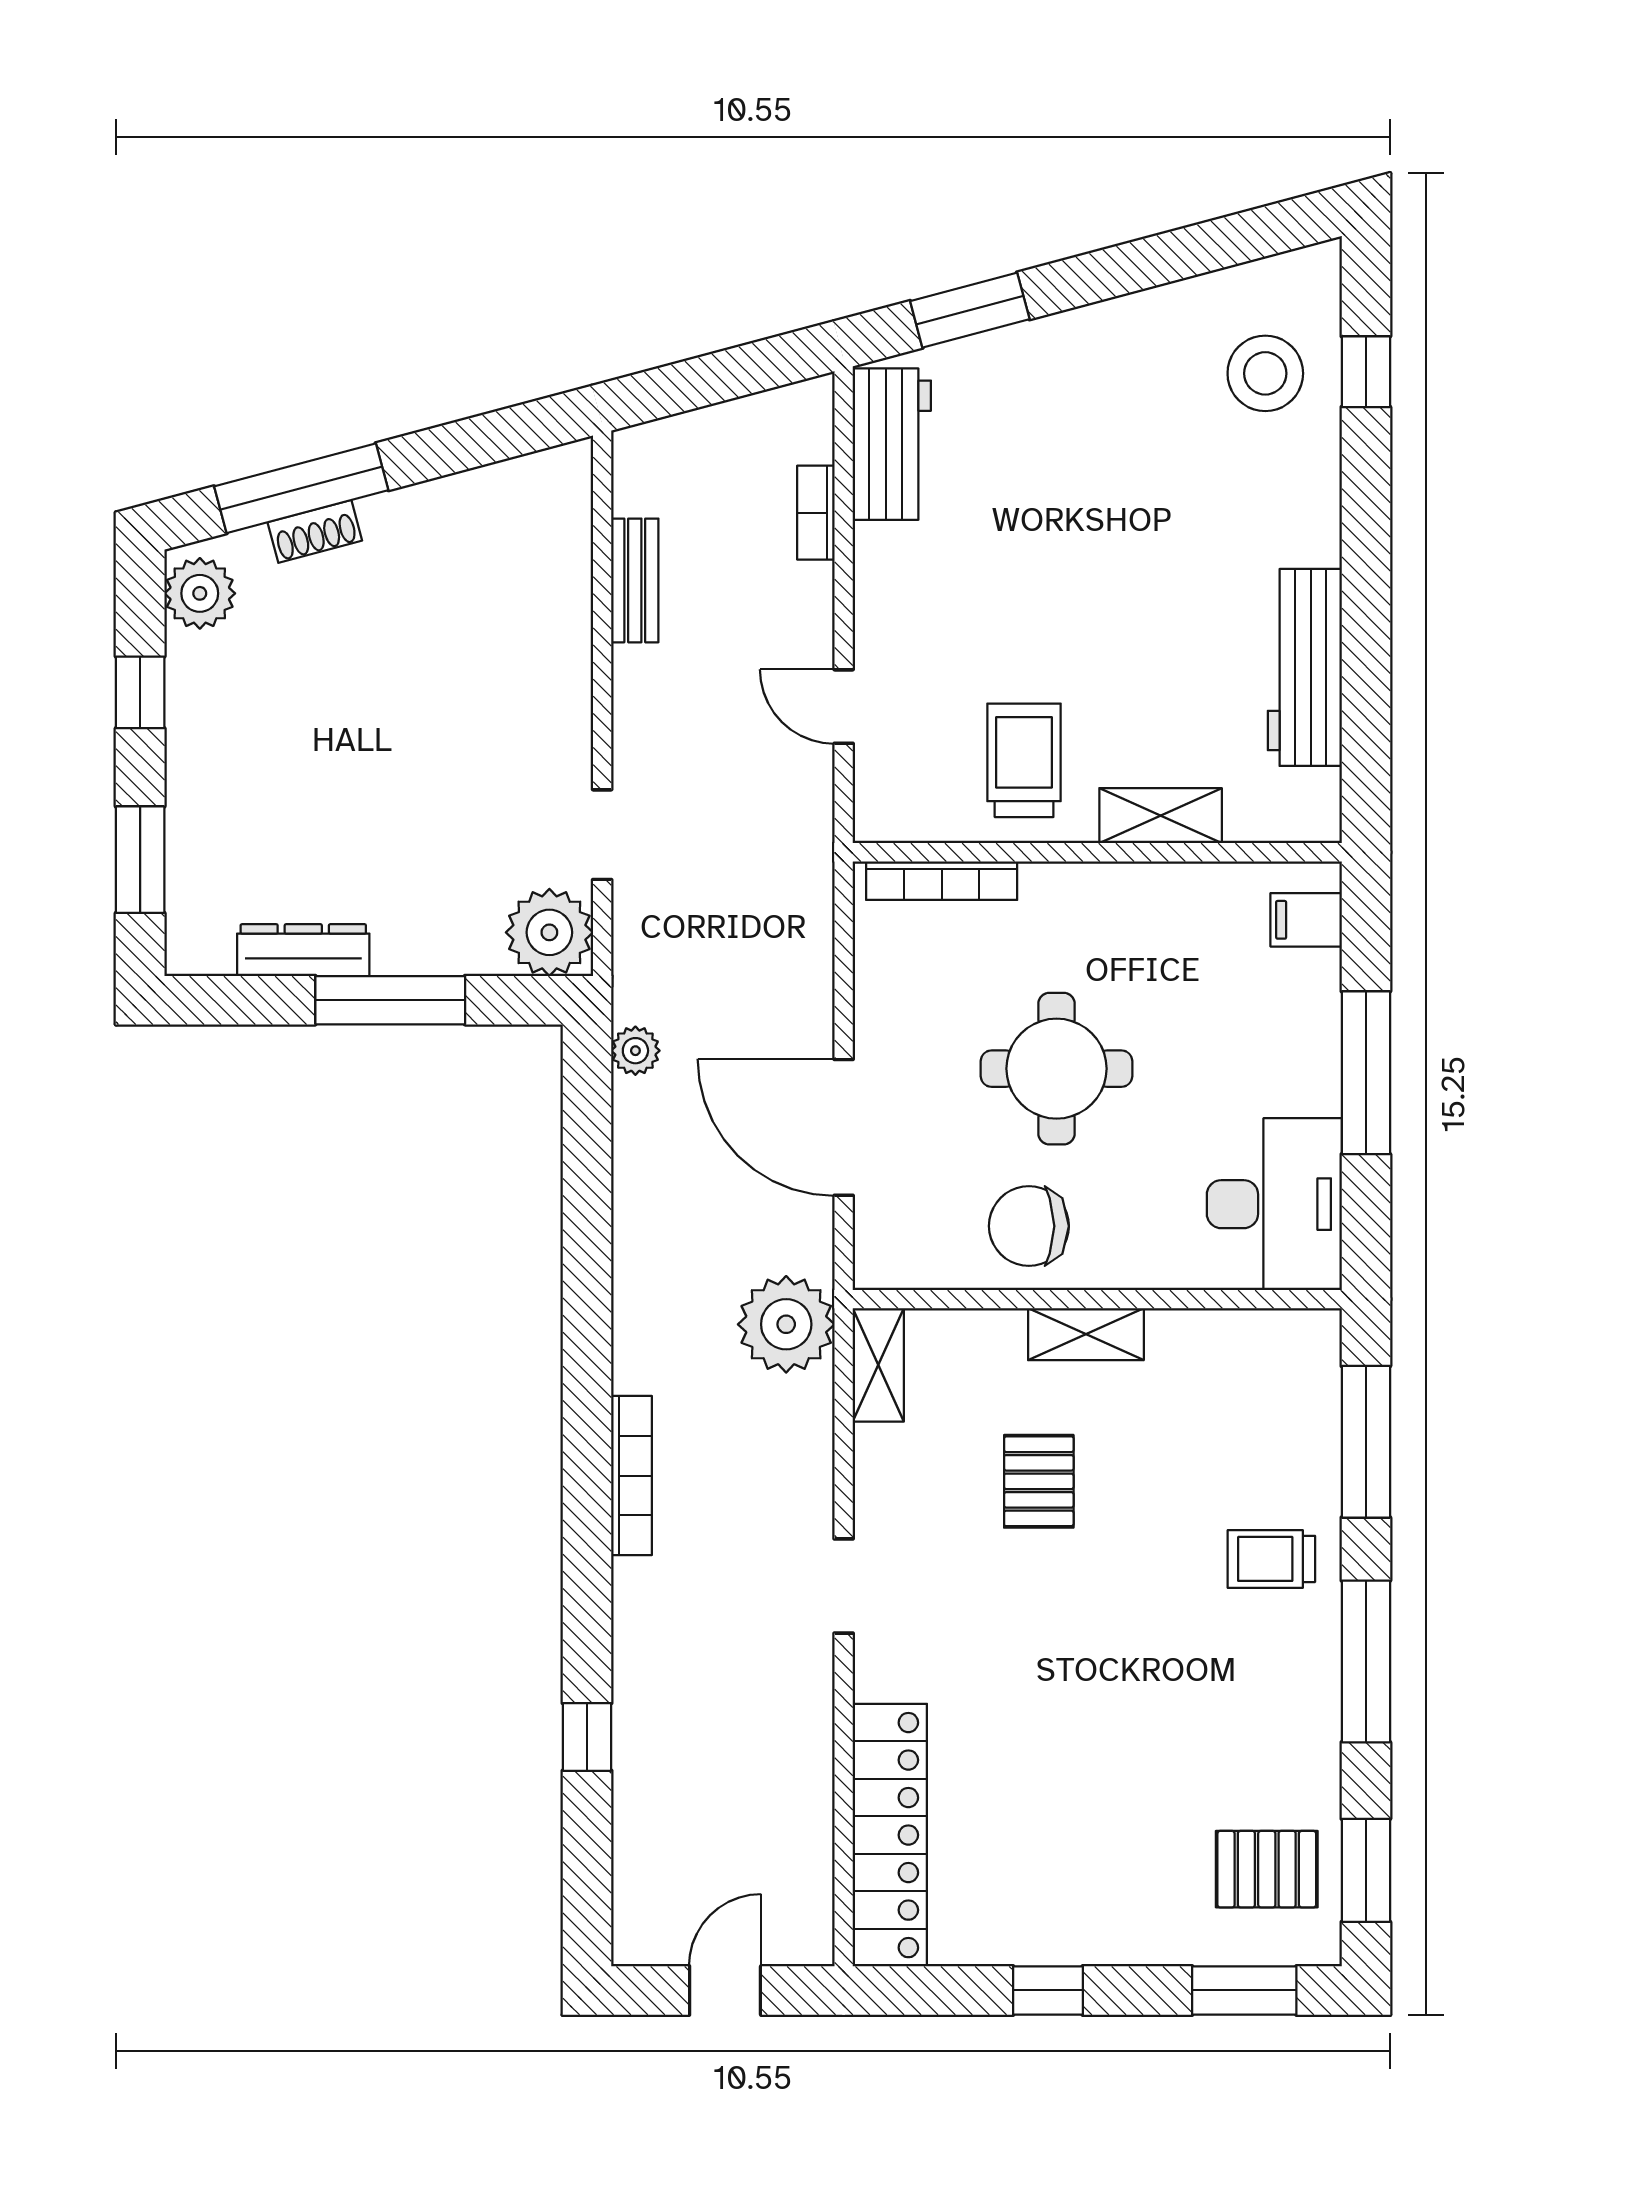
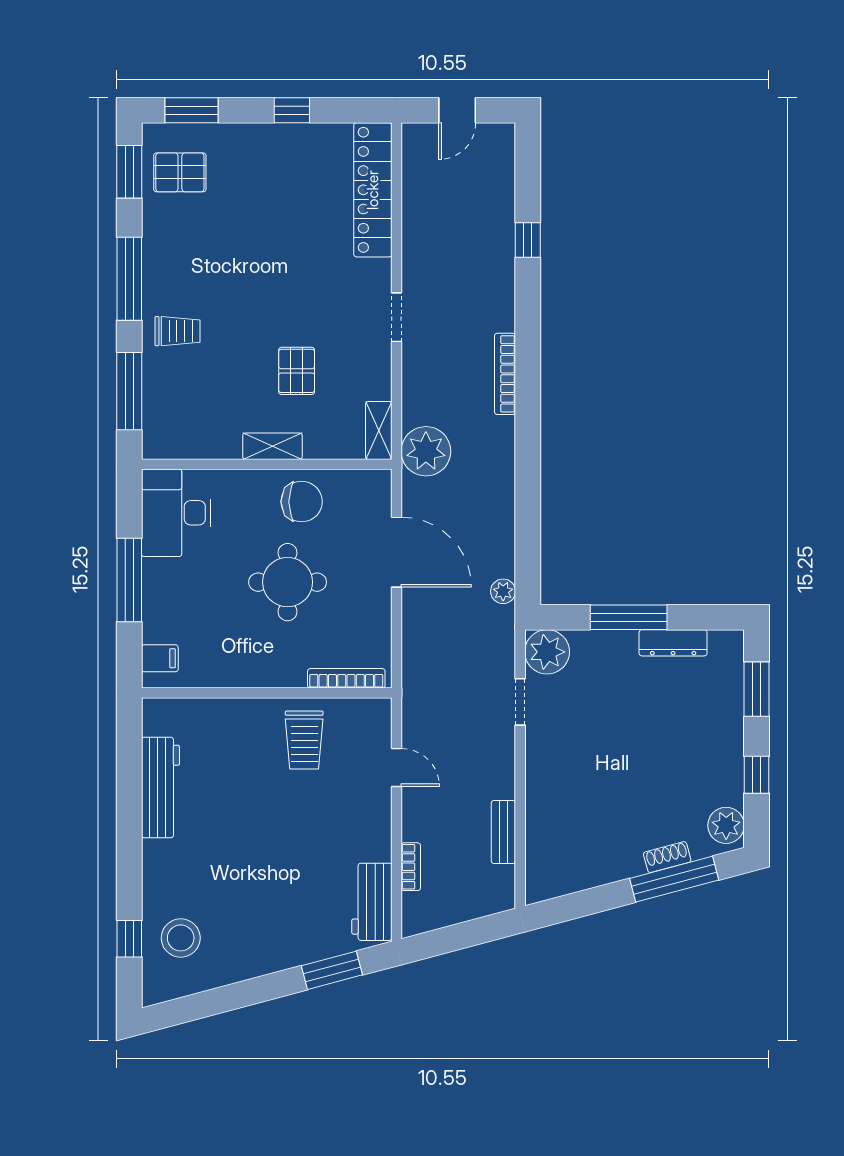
shelving: (1161, 816) -> (234, 712), removed

